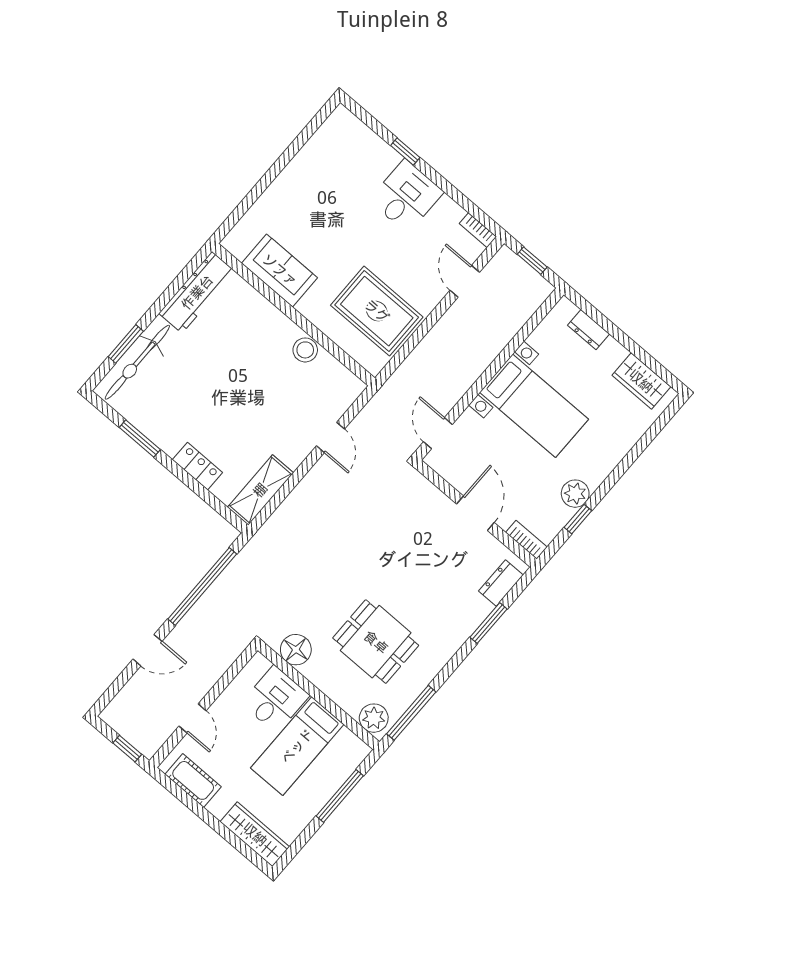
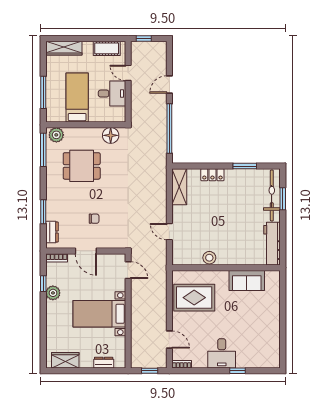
chair: (423, 550) -> (94, 219), added
desk: (275, 699) -> (112, 94), moved, turned -90

